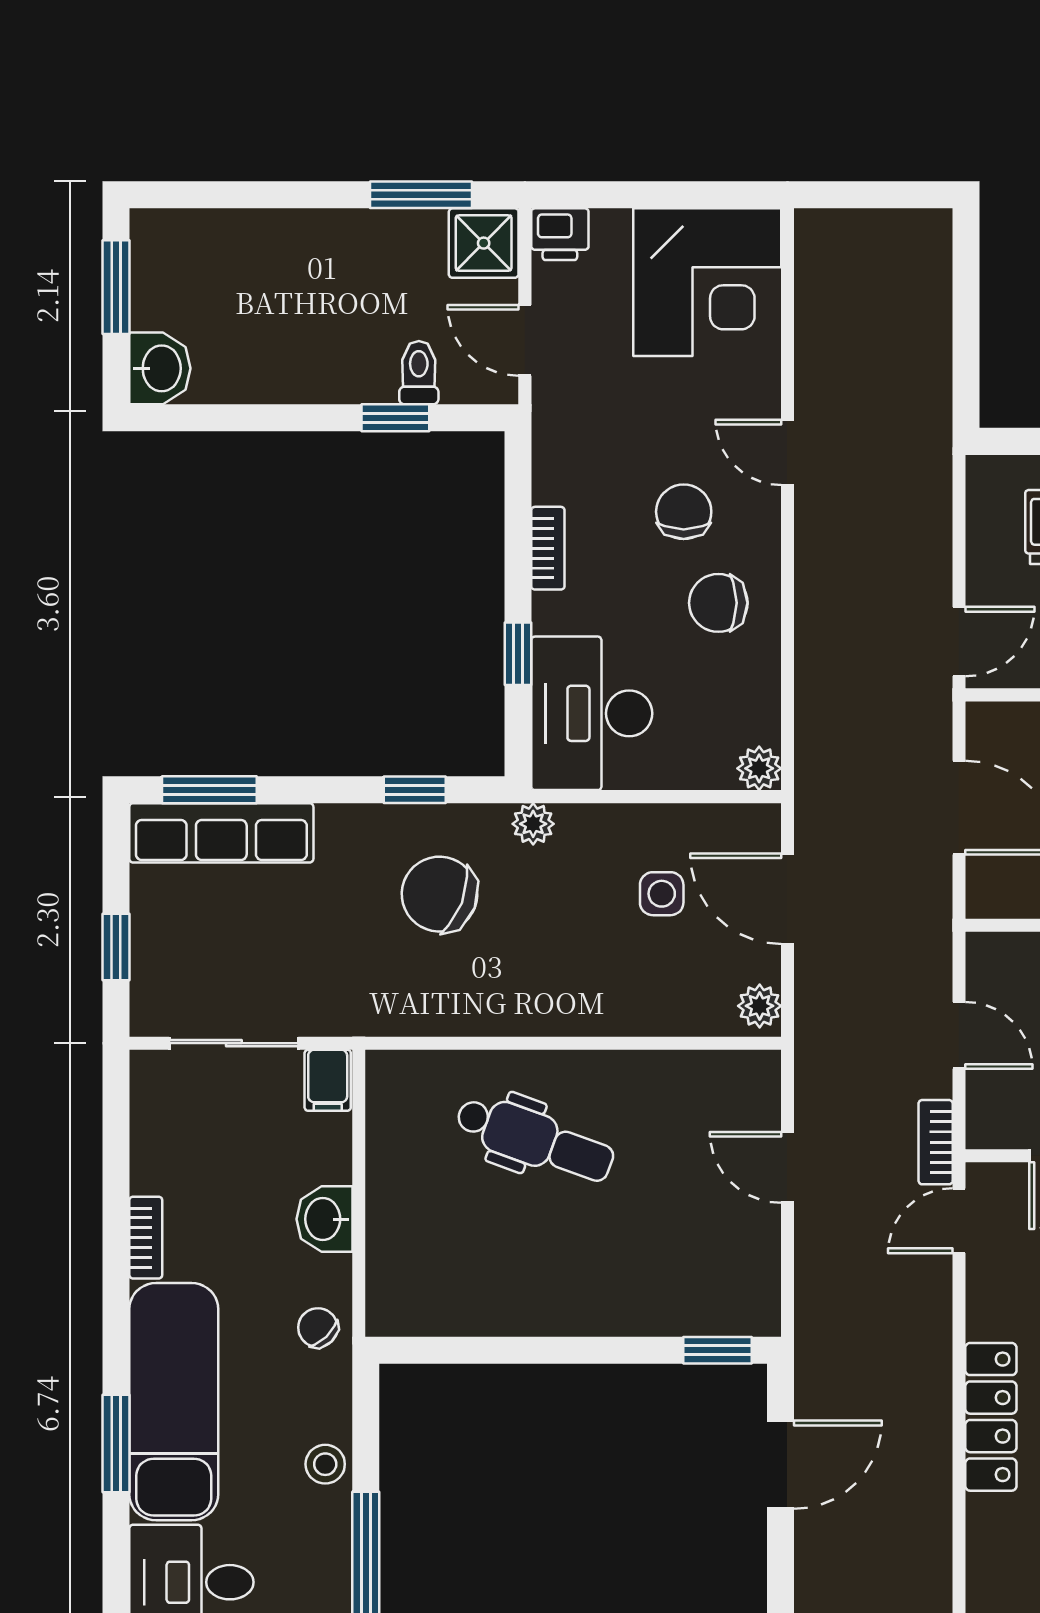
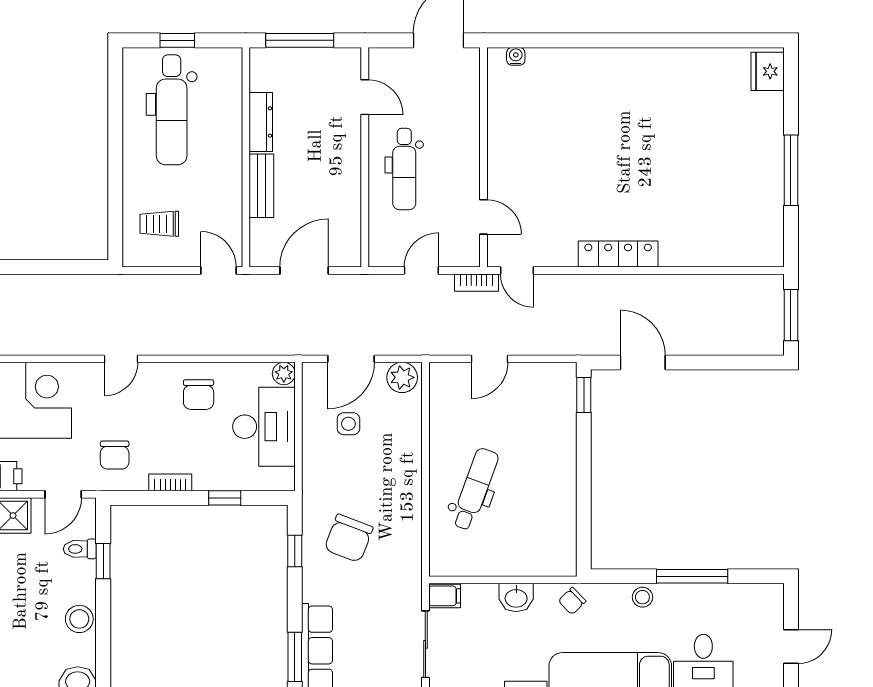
stool: (283, 372) -> (79, 619), added
chair: (684, 512) -> (115, 455), moved, turned -90
desk: (592, 713) -> (264, 427), moved, turned -90
plant: (533, 824) -> (312, 490), removed
plant: (760, 1006) -> (402, 377), width x1.38, depth x1.38

